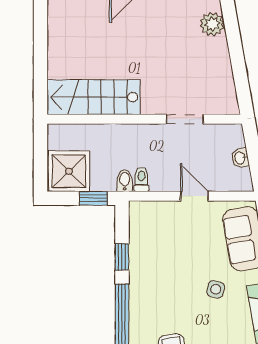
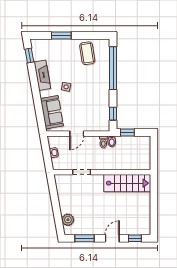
shower: (69, 171) -> (140, 146), removed
door: (194, 196) -> (77, 134), hinge flipped
window: (122, 257) -> (113, 114), moved

